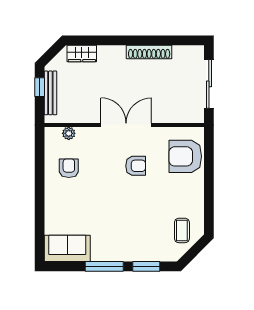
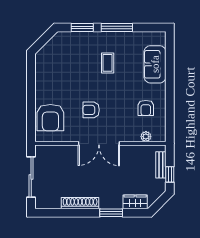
window: (111, 40) -> (111, 213), added
bench: (50, 93) -> (161, 165), width x0.73
armchair: (185, 156) -> (50, 118), turned 90
coffee table: (182, 230) -> (108, 63), moved
sofa: (67, 248) -> (155, 64), moved, turned 90

